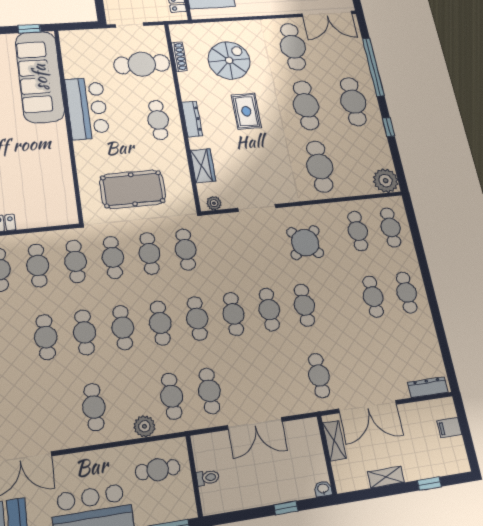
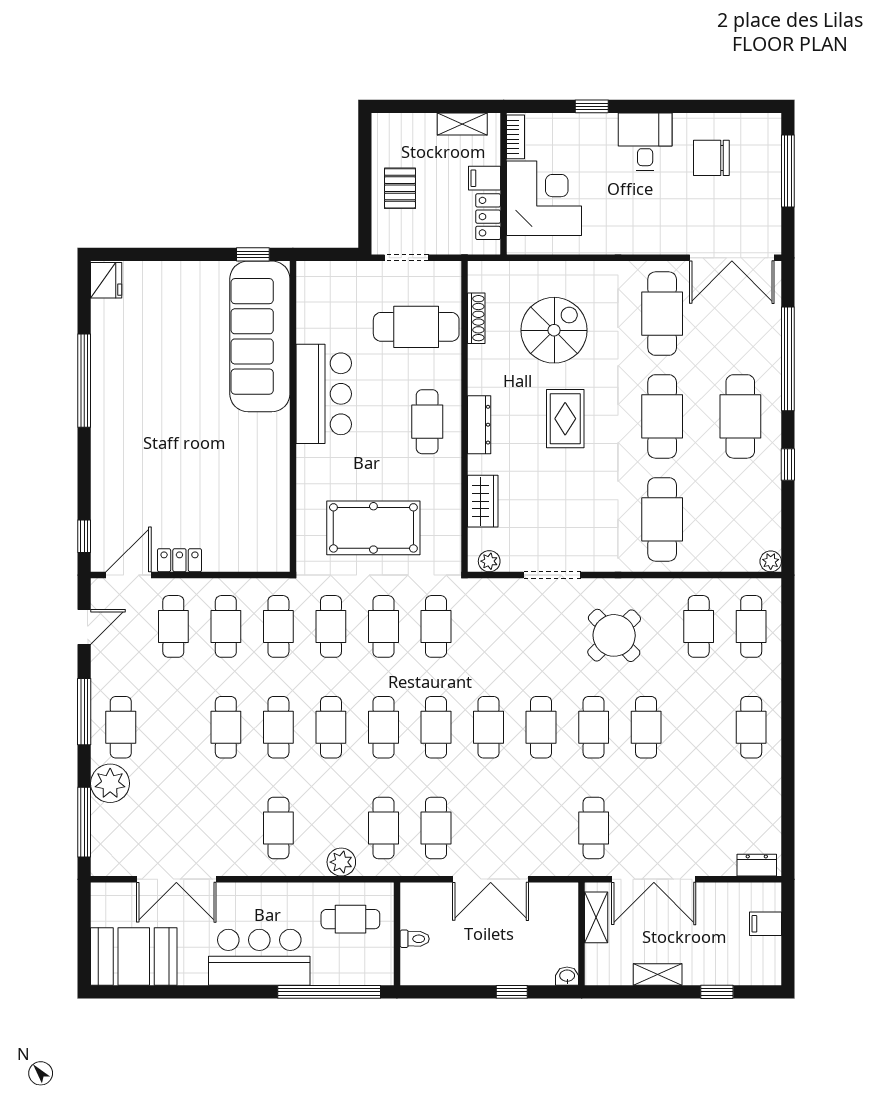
plant: (386, 181) -> (771, 561), width x0.53, depth x0.53
cafe table: (373, 297) -> (646, 727), moved
dresser: (428, 387) -> (757, 865), width x0.70

